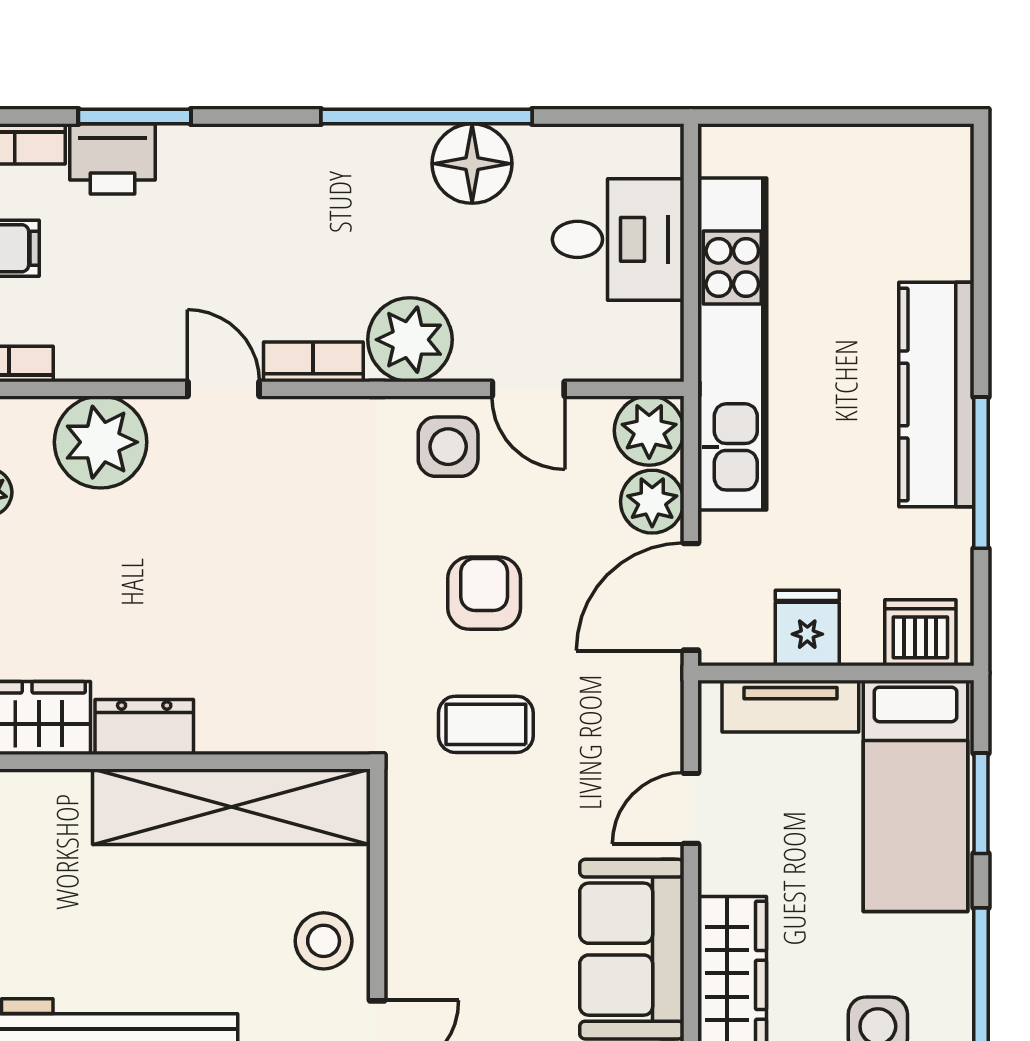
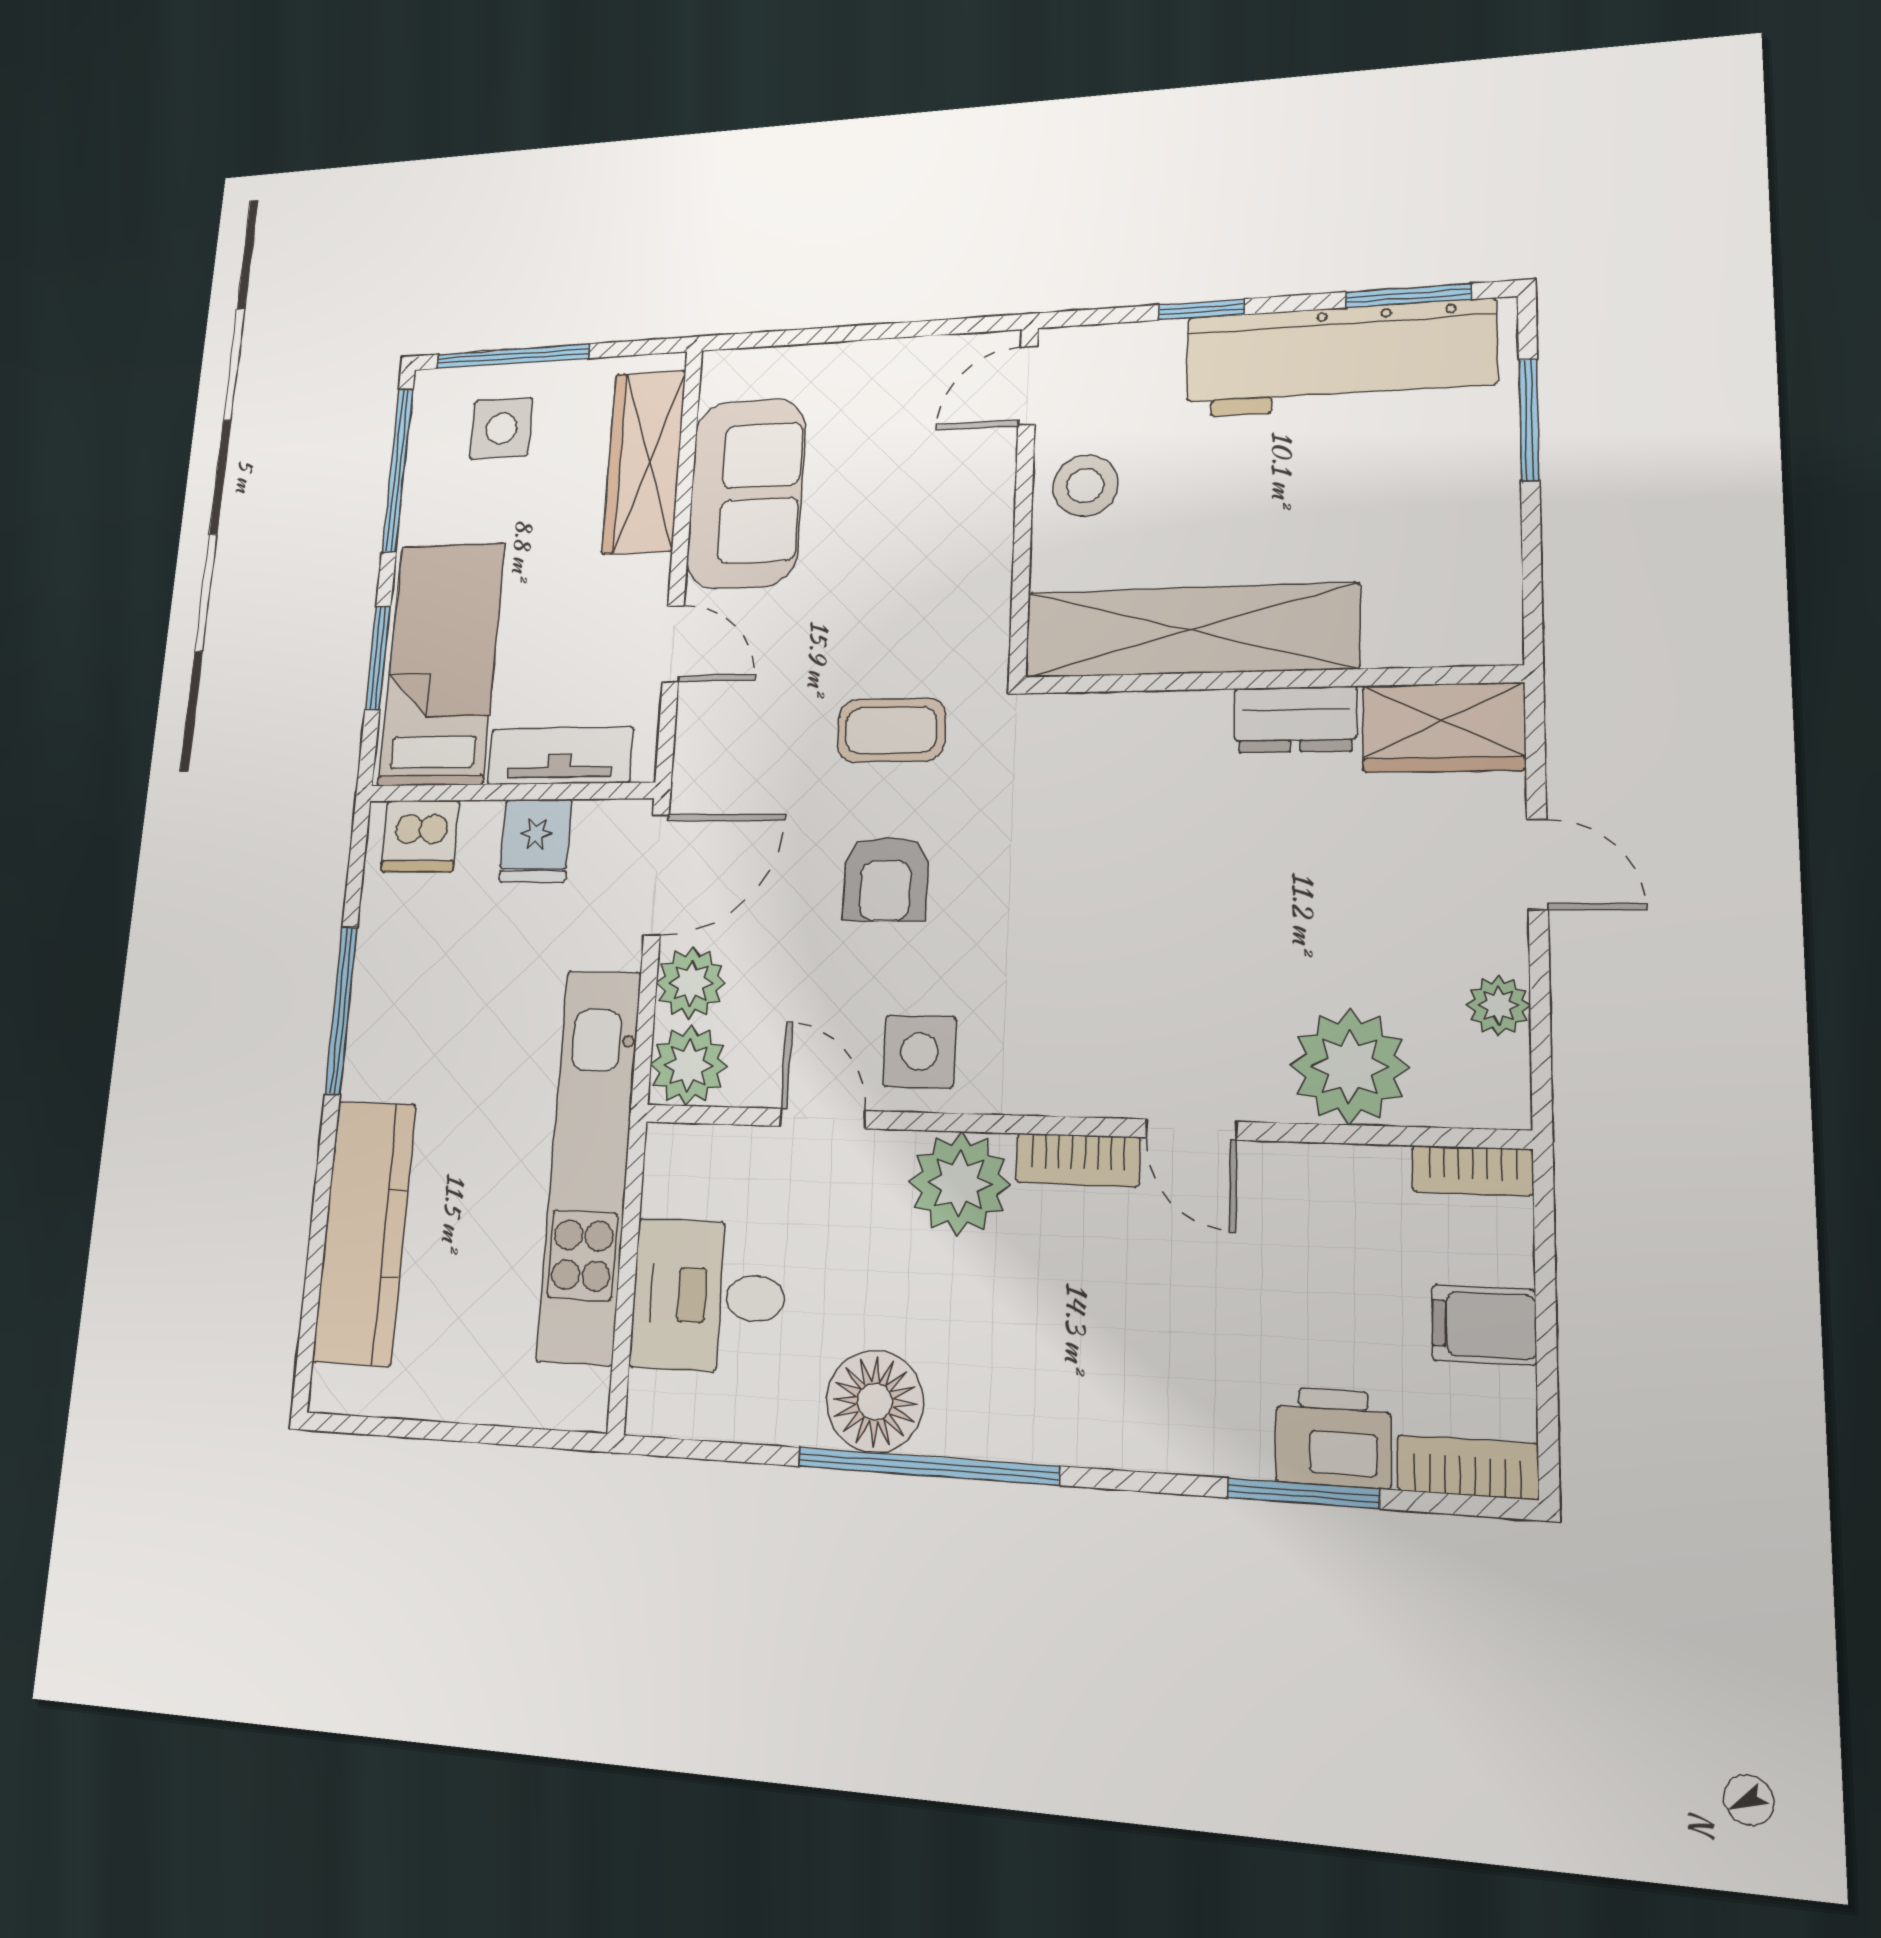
kitchen counter: (936, 394) -> (364, 1232), moved
door: (691, 808) -> (673, 644), hinge flipped

